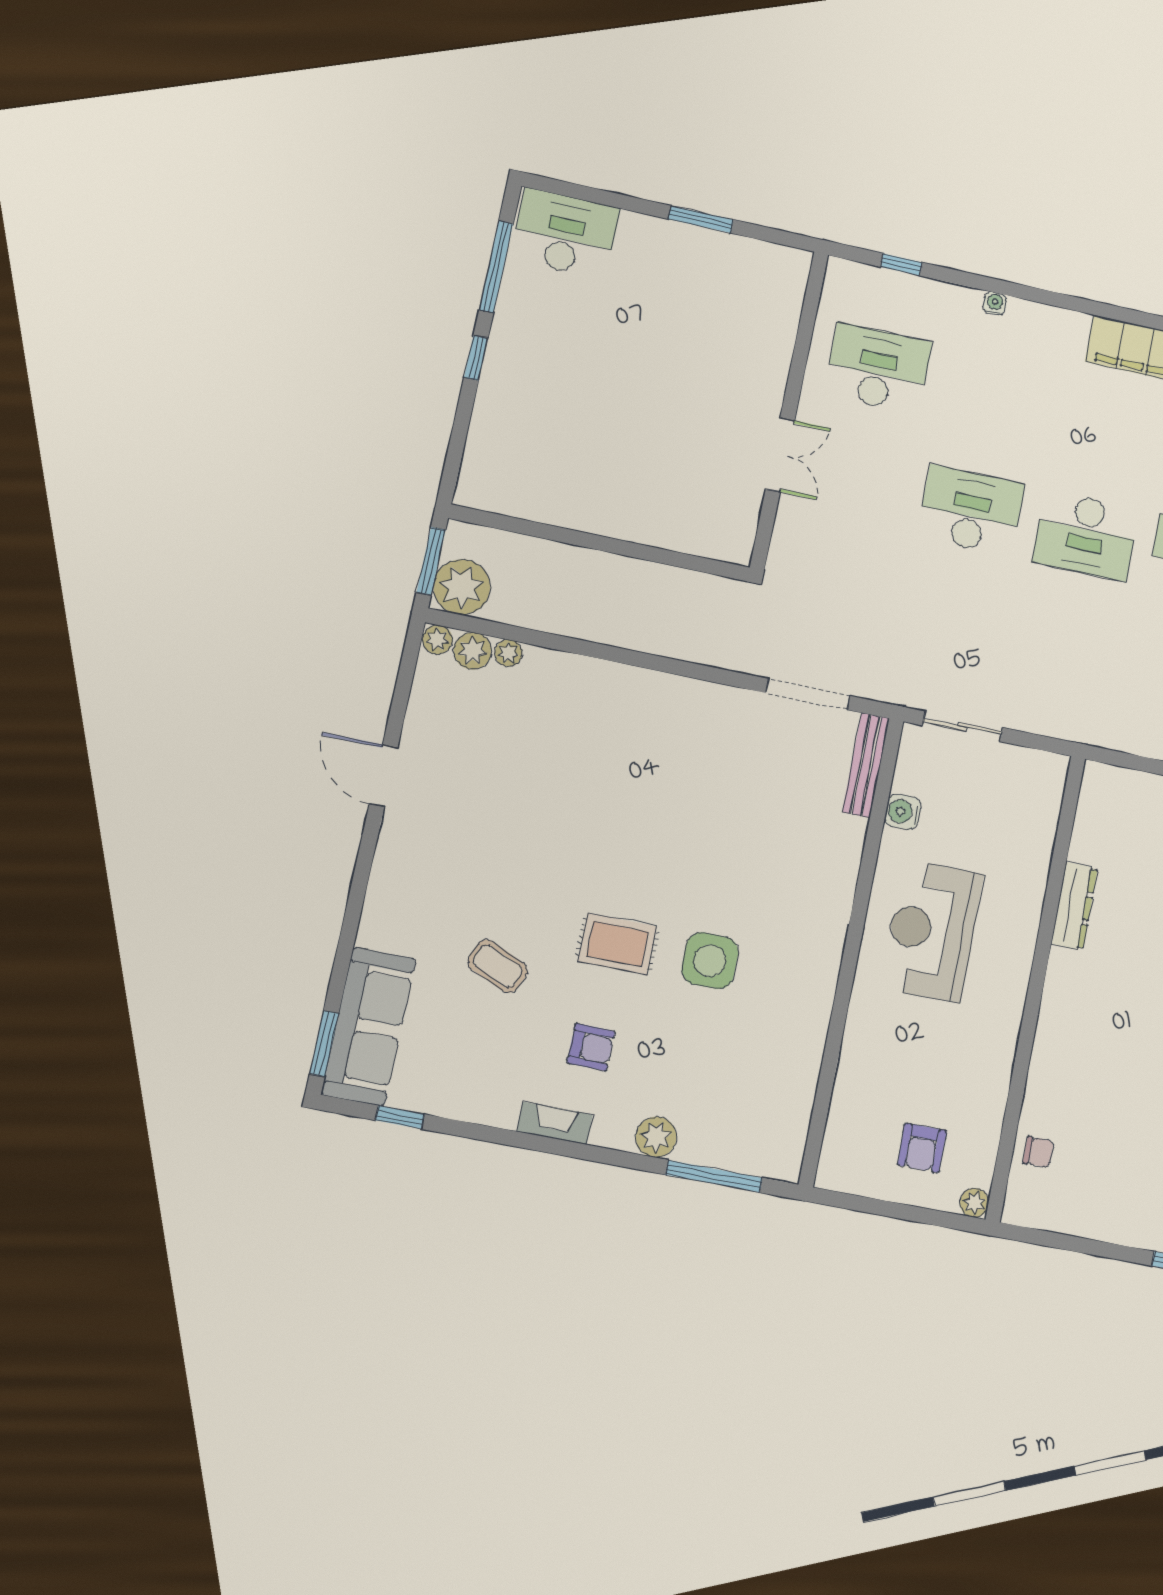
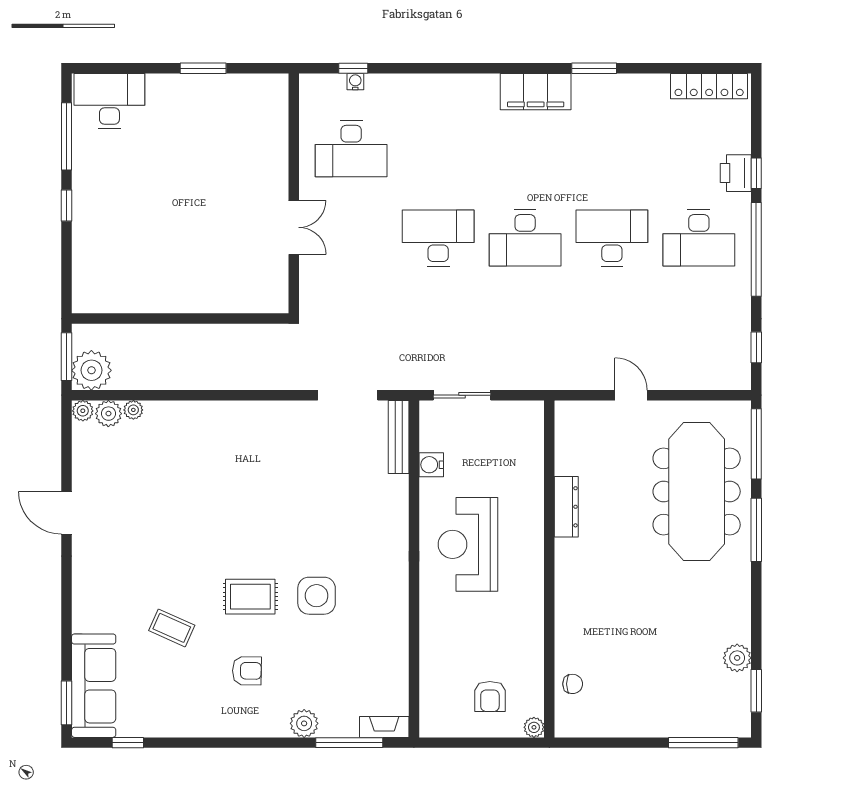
water cooler: (995, 304) -> (355, 82), moved
desk: (878, 368) -> (351, 149), turned 180
fireplace: (555, 1123) -> (384, 727), moved

